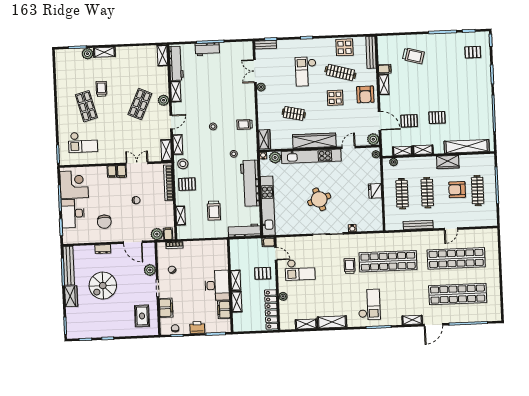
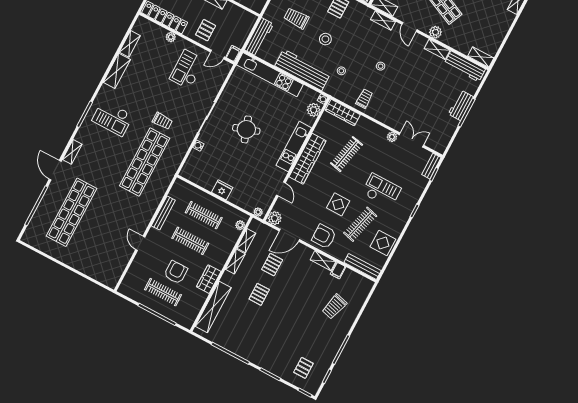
clothes rail: (294, 113) -> (347, 154), width x1.36
wardrobe: (264, 139) -> (343, 112), width x1.50
kitchen unit: (311, 156) -> (294, 147), width x0.73
stool: (183, 164) -> (325, 39), moved
shop shelf: (456, 258) -> (108, 231), removed

